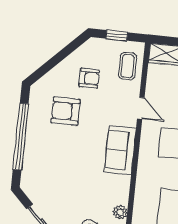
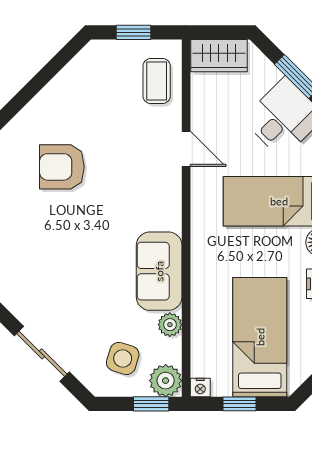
armchair: (89, 78) -> (95, 108), removed
sofa: (120, 150) -> (159, 271), moved

